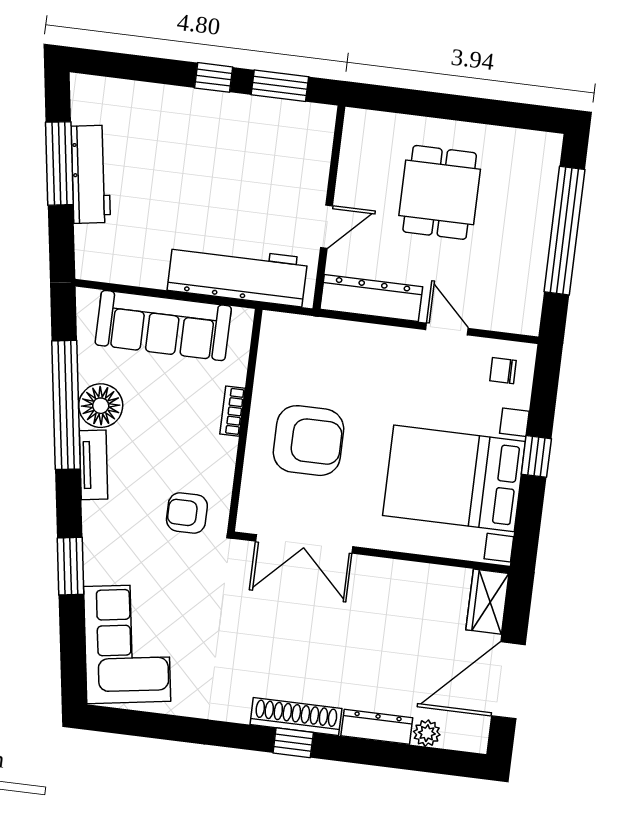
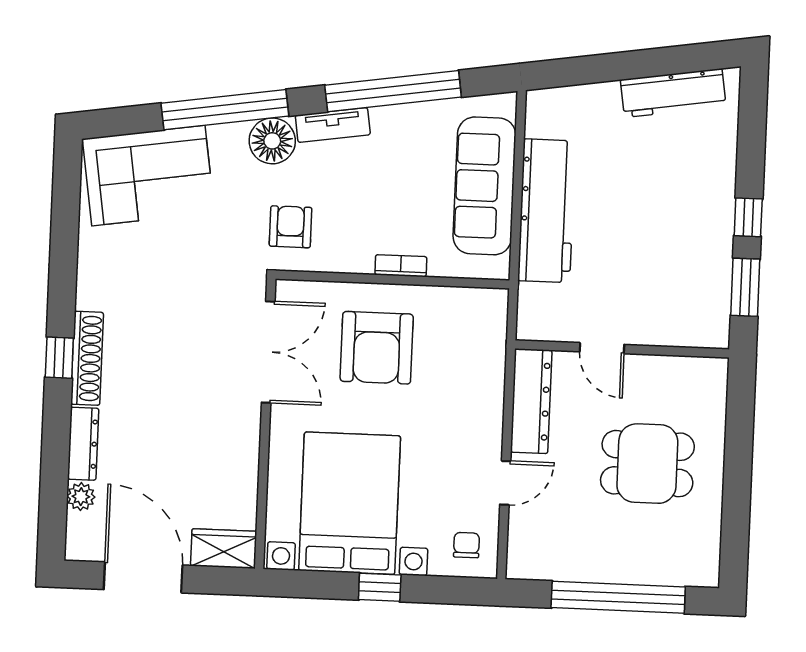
window: (59, 163) -> (645, 63), removed
workbench: (91, 174) -> (673, 93), moved
workbench: (237, 274) -> (547, 211), moved
floor lamp: (101, 406) -> (272, 141), moved
double door: (304, 544) -> (268, 352), swing flipped
window: (71, 566) -> (225, 110), width x2.11

